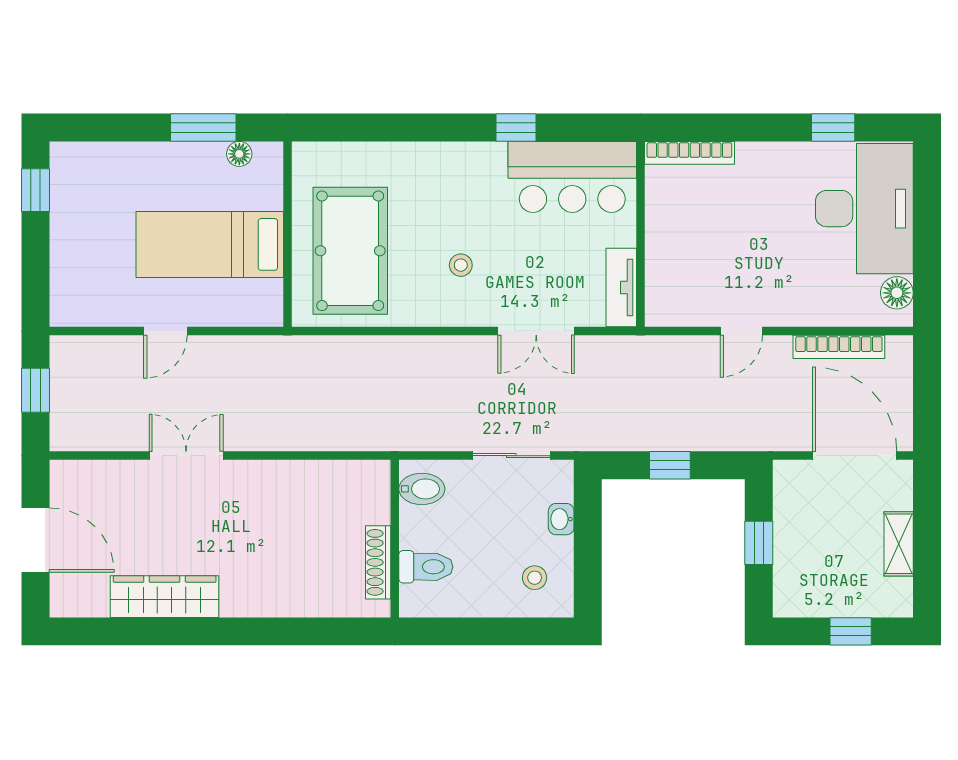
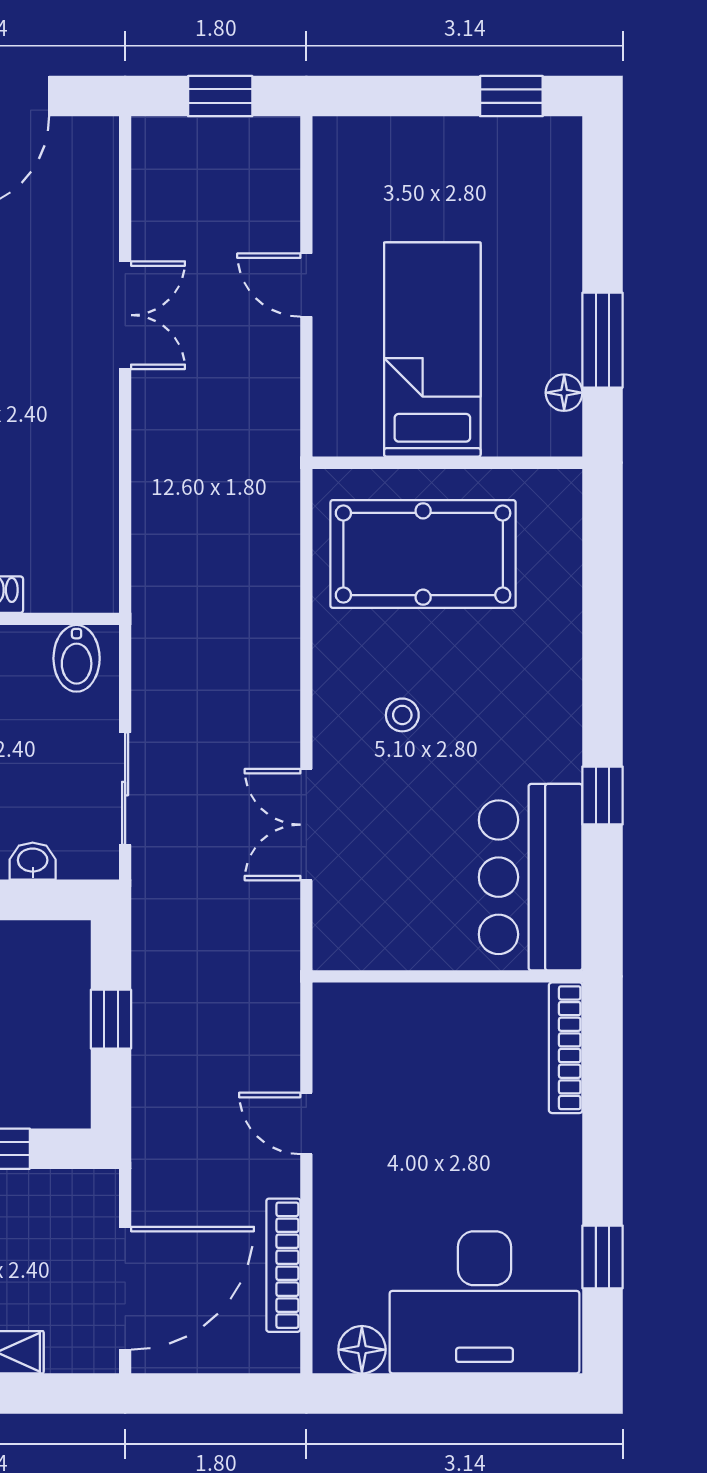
tv unit: (621, 288) -> (370, 949), removed

